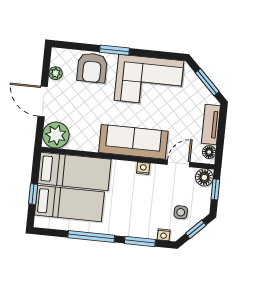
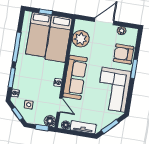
plant: (56, 135) -> (81, 39), moved

